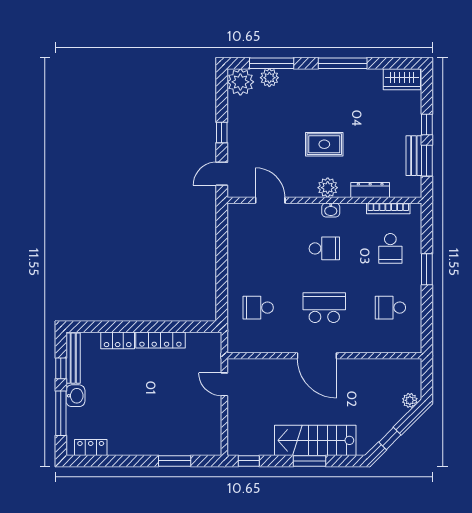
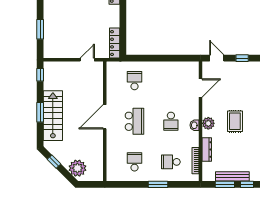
bench: (414, 156) -> (232, 176), width x1.36
locker: (160, 340) -> (115, 43), moved
plant: (410, 400) -> (77, 168), width x1.88, depth x1.88

